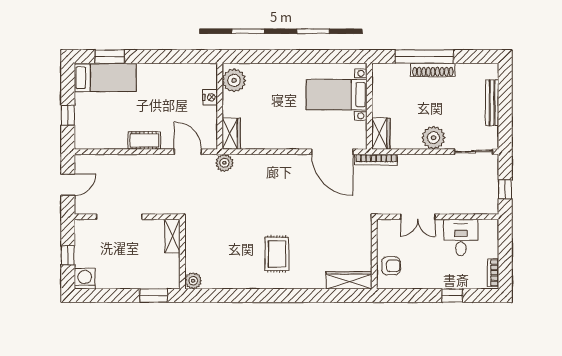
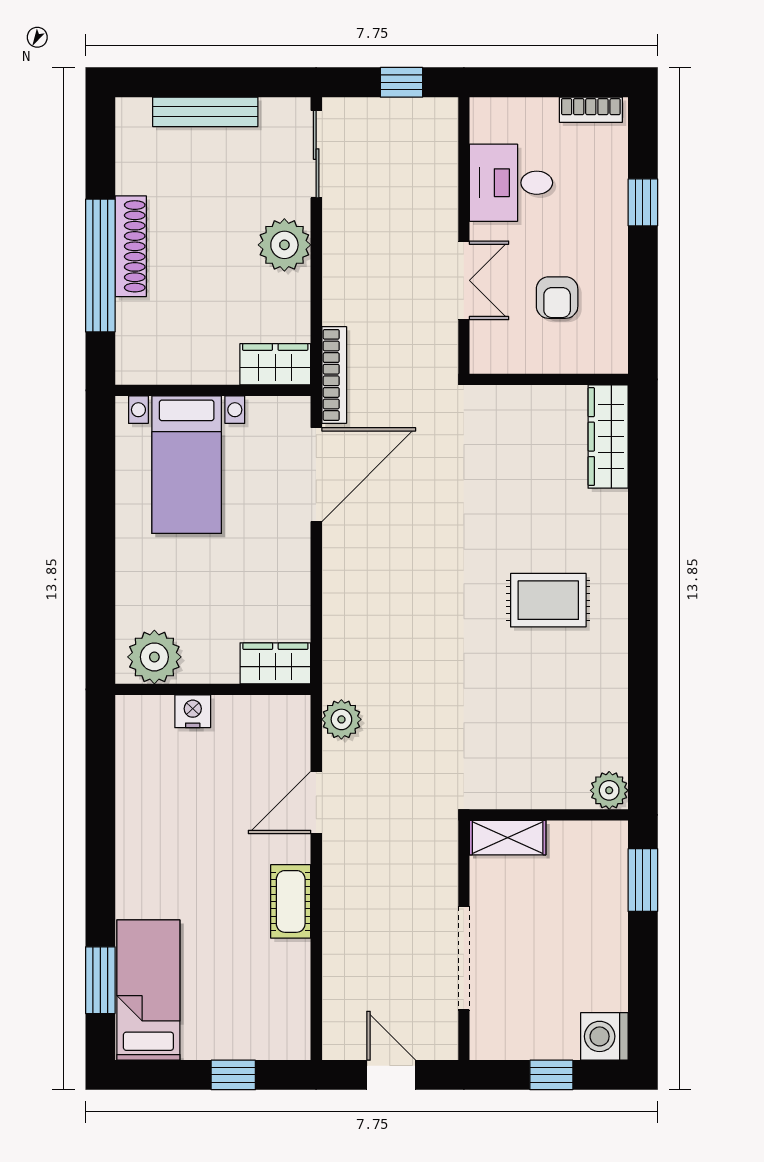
plant: (234, 80) -> (154, 657), moved
nightstand: (210, 97) -> (193, 711), moved
wall: (220, 106) -> (213, 689), moved
wardrobe: (231, 134) -> (275, 663), moved
armchair: (391, 266) -> (557, 298), moved, turned 180

